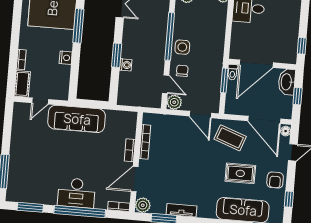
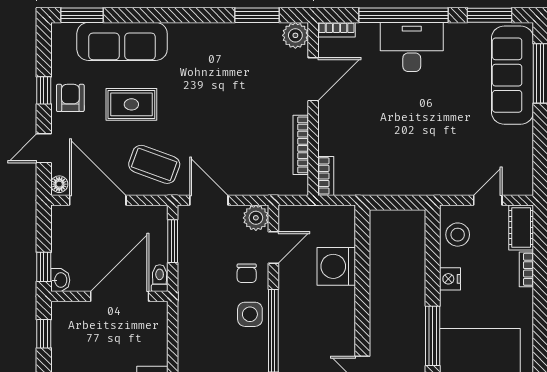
window: (117, 55) -> (362, 291), removed
washing machine: (126, 65) -> (336, 266), width x1.89, depth x1.89
window: (224, 80) -> (173, 241), moved
washbasin: (287, 82) -> (60, 280), width x0.52, depth x0.69
stool: (59, 83) -> (458, 235), added
door: (166, 84) -> (273, 247), swing flipped
window: (298, 96) -> (44, 267), moved
sofa: (77, 119) -> (512, 75), moved, turned -90
bookcase: (130, 150) -> (326, 176), moved
window: (289, 199) -> (44, 90), moved
tv unit: (181, 210) -> (228, 32), removed

